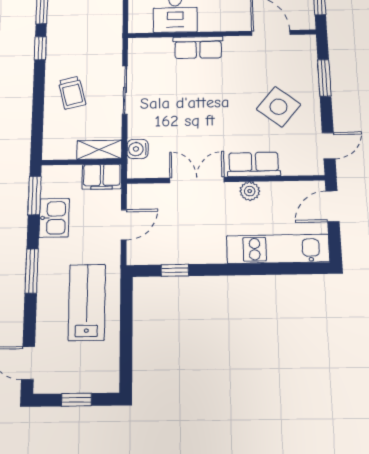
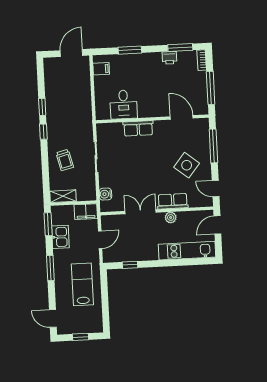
window: (324, 78) -> (213, 146), width x1.44
door: (329, 146) -> (216, 189), swing flipped
shelving: (99, 150) -> (63, 196), moved

